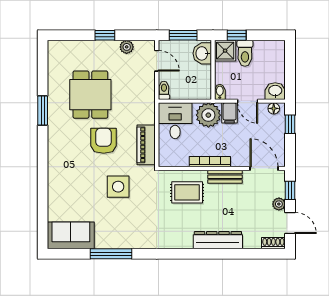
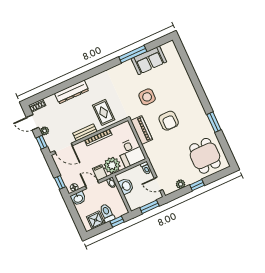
shower: (225, 51) -> (96, 220), moved
washbasin: (202, 53) -> (126, 186), moved
dining table: (90, 95) -> (205, 156), moved
rug: (187, 192) -> (104, 112), turned 90
sofa: (71, 235) -> (149, 60), moved

